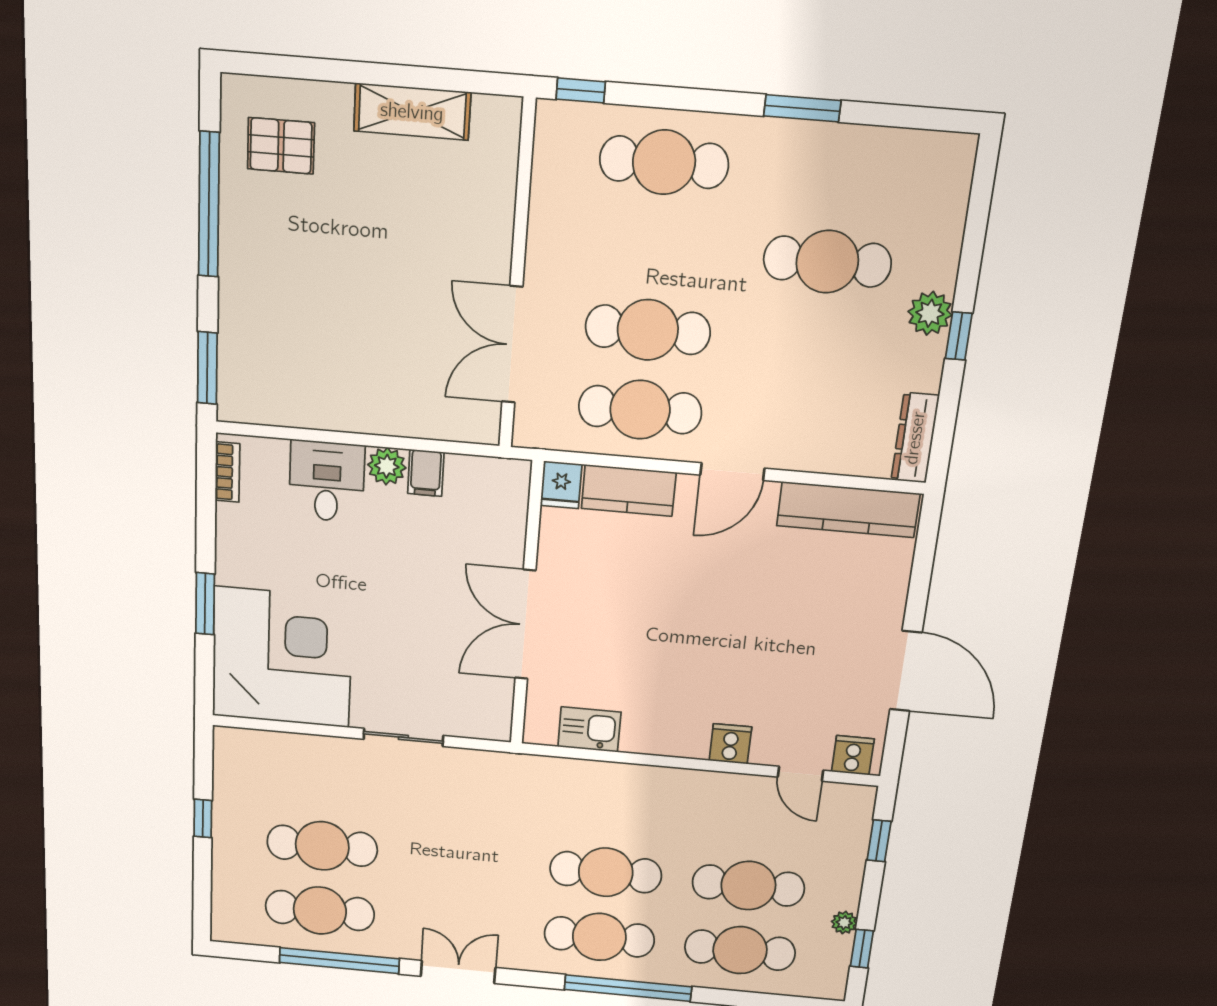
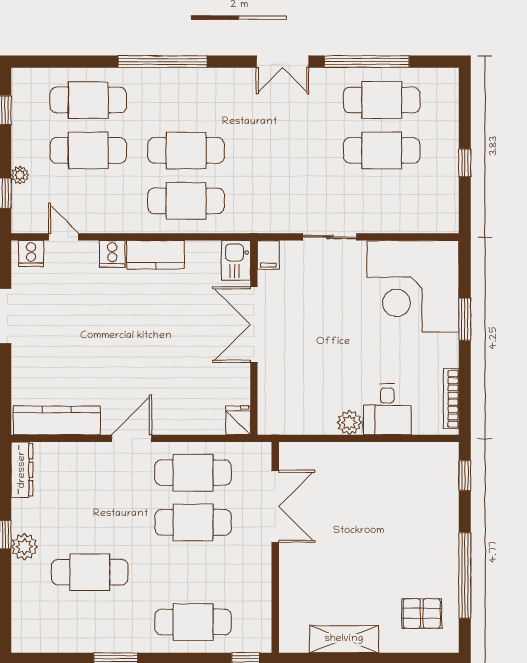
window: (207, 368) -> (465, 476), width x0.67
bookcase: (227, 472) -> (451, 399), width x1.56
filing cabinet: (426, 473) -> (268, 255), moved, turned 180
kitchen counter: (629, 491) -> (156, 255), moved, turned 180
double door: (525, 625) -> (254, 325), swing flipped
kitchen sink: (589, 729) -> (236, 260), moved, turned 90
plant: (844, 923) -> (20, 175), moved
cafe table: (599, 937) -> (186, 201), moved

